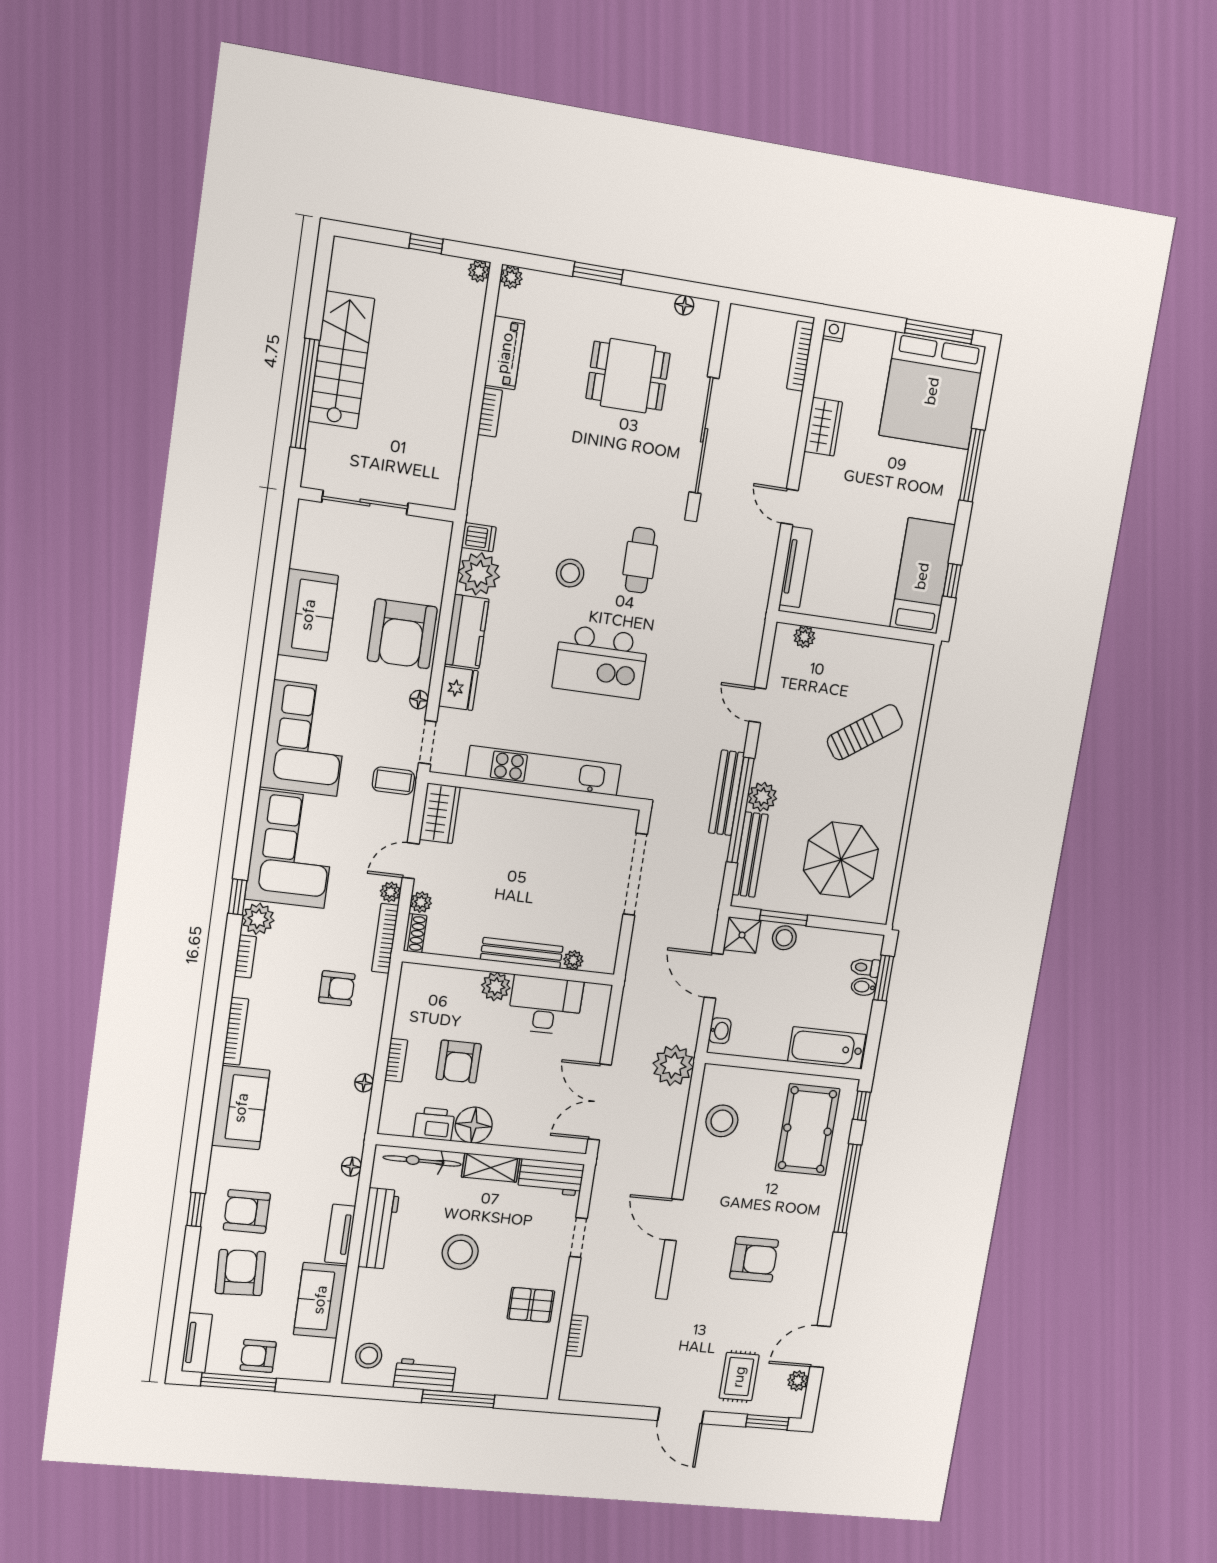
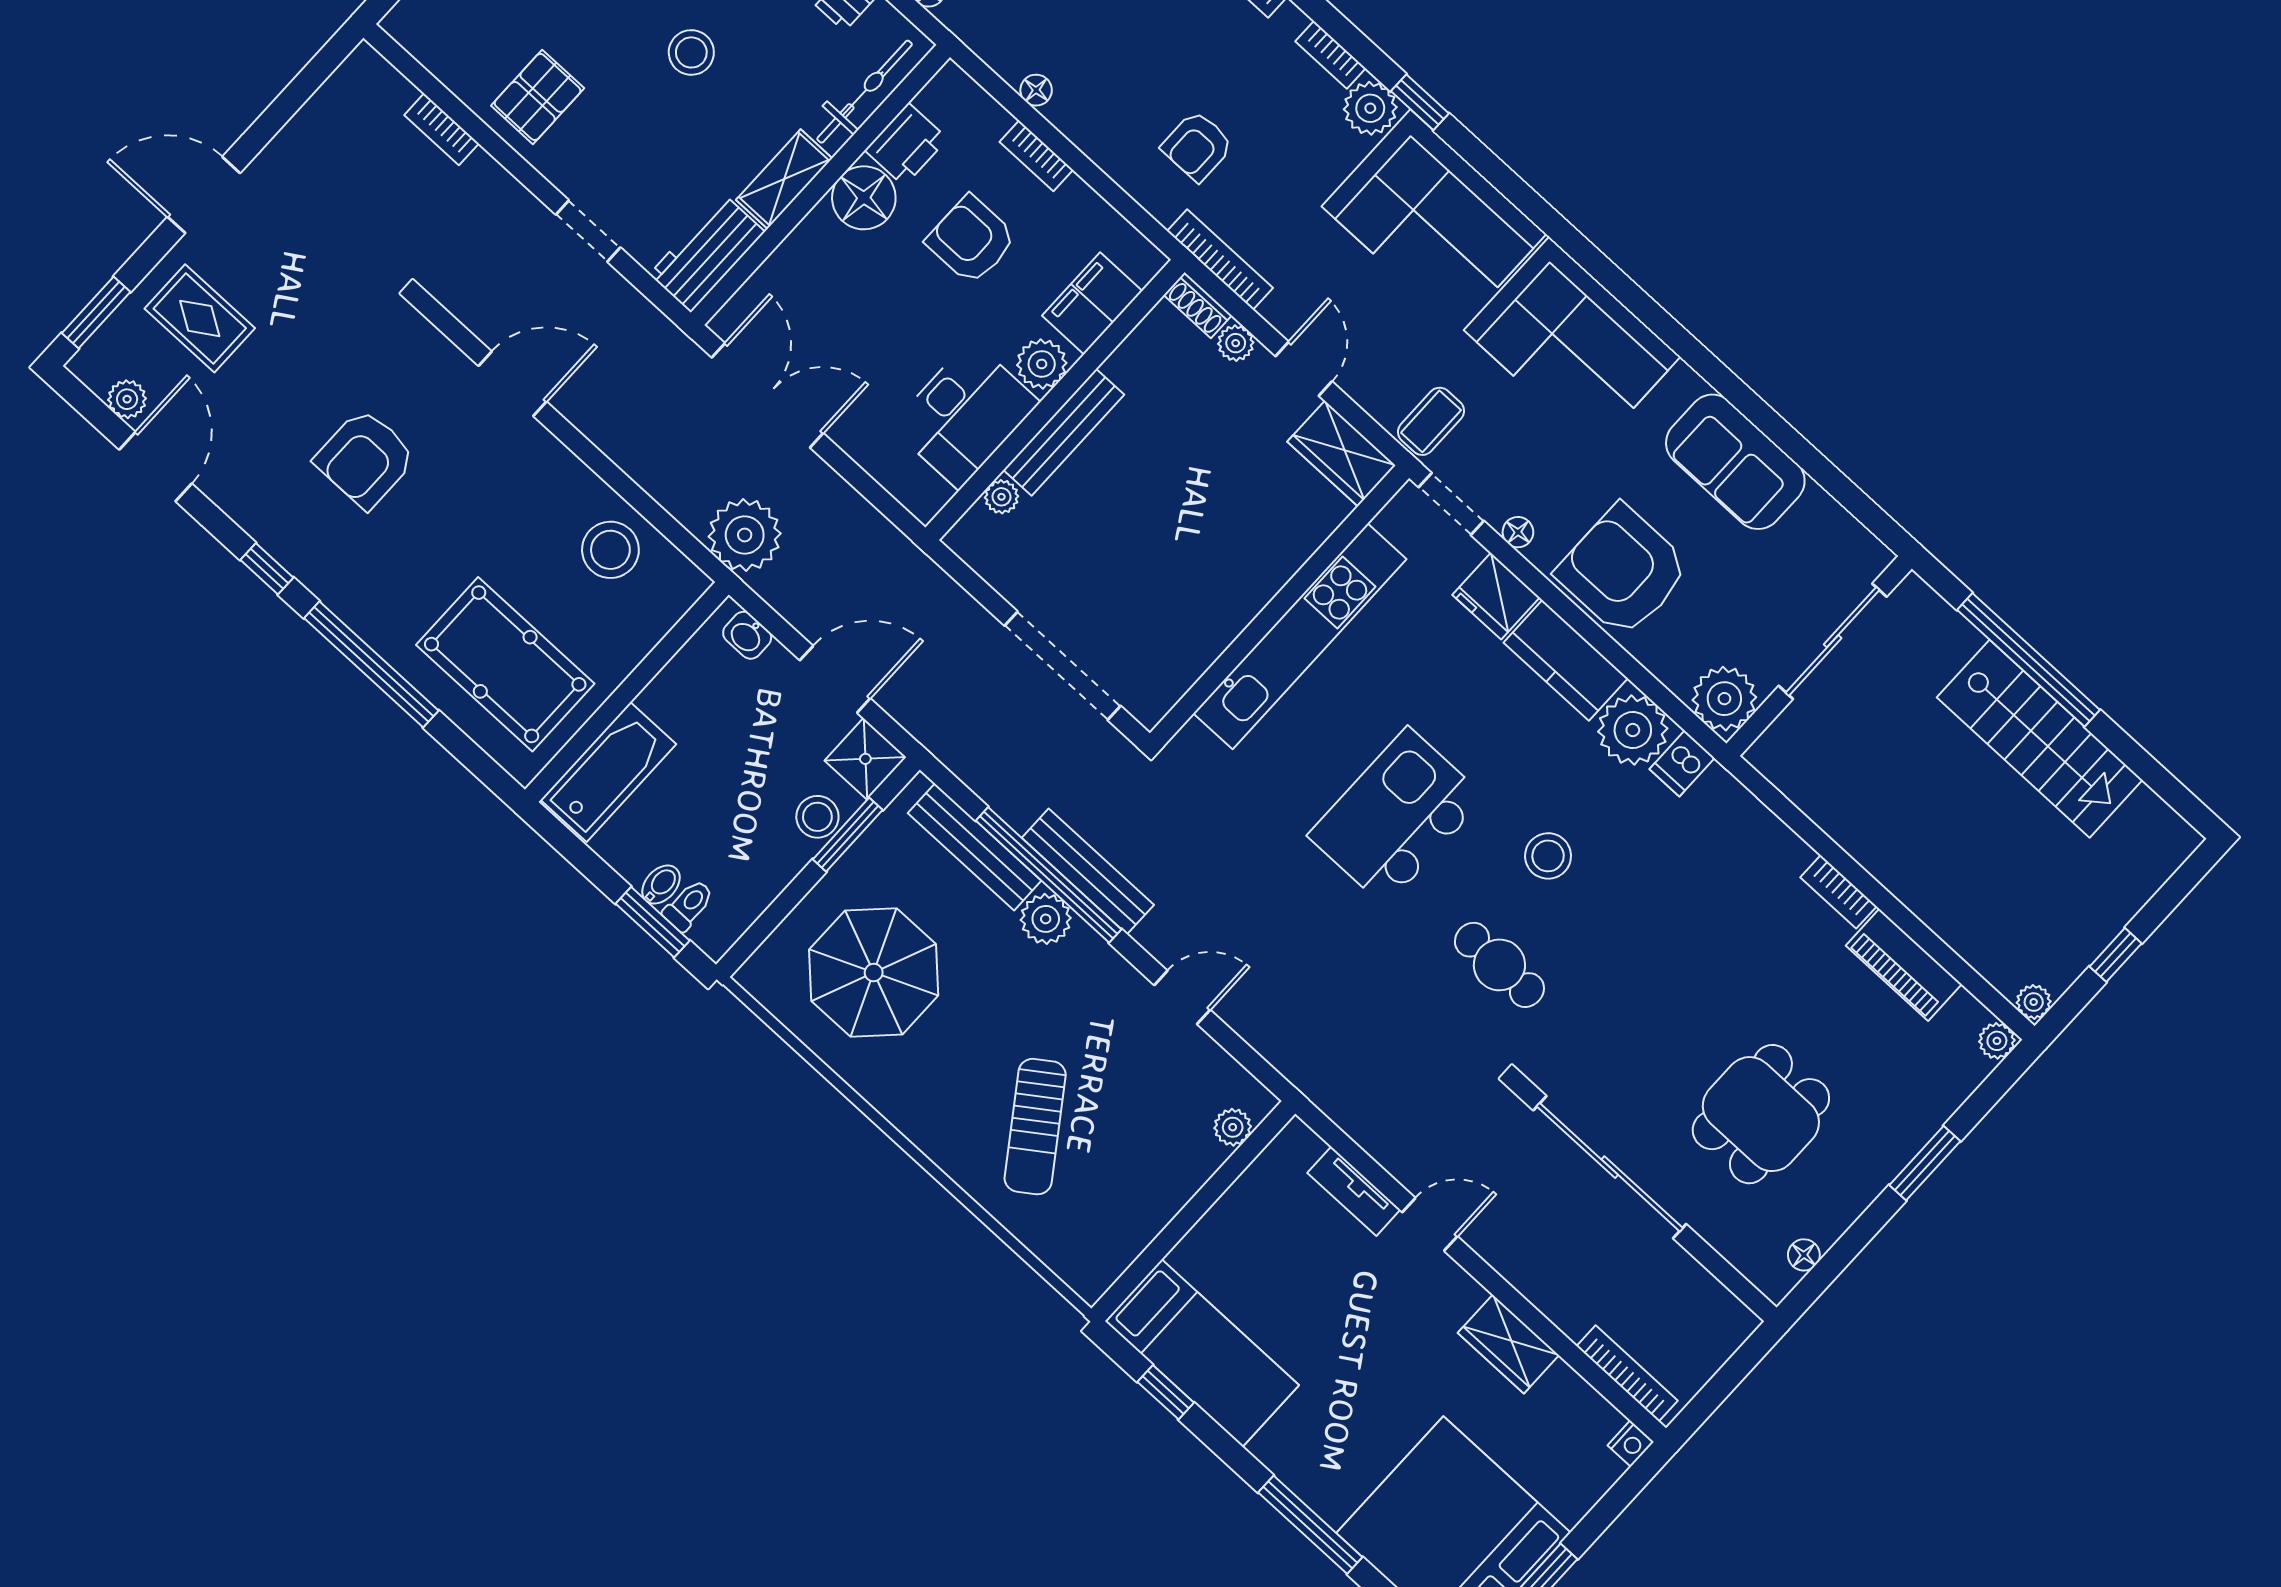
tv unit: (796, 567) -> (1354, 1191), width x0.71
plant: (390, 892) -> (1724, 699), moved, width x1.87, depth x1.87
filing cabinet: (450, 984) -> (1092, 303), added
window: (862, 1106) -> (267, 569), moved
stool: (460, 1252) -> (691, 52), width x0.73, depth x0.73

